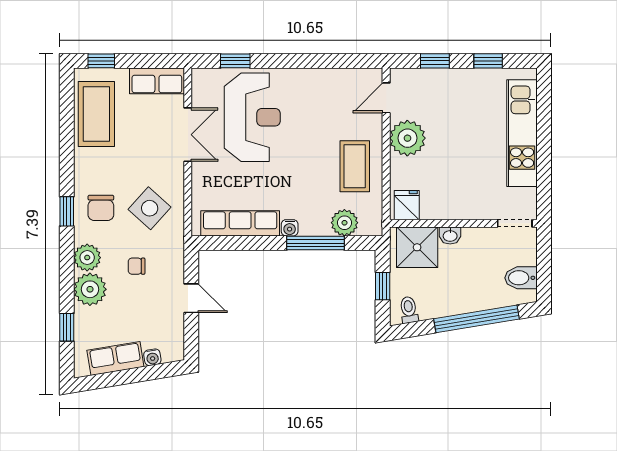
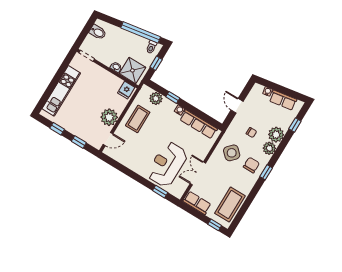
window: (315, 243) -> (173, 97), width x0.46
window: (477, 319) -> (141, 32), moved

